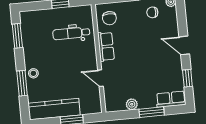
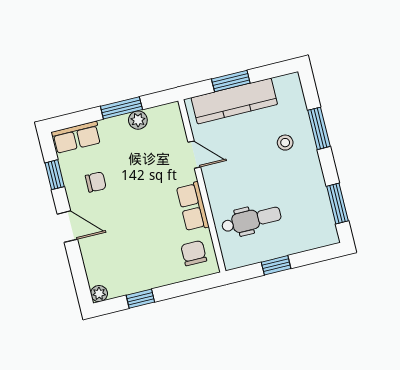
chair: (152, 12) -> (96, 182), moved
stool: (33, 73) -> (285, 143), moved
kitchen counter: (54, 109) -> (234, 101), moved
window: (152, 112) -> (121, 108), moved

